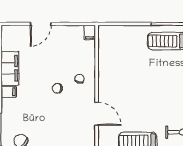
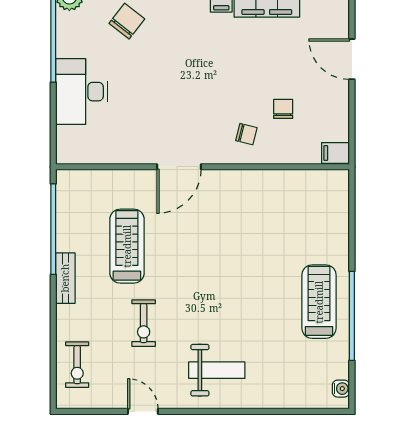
chair: (57, 88) -> (283, 109), moved

